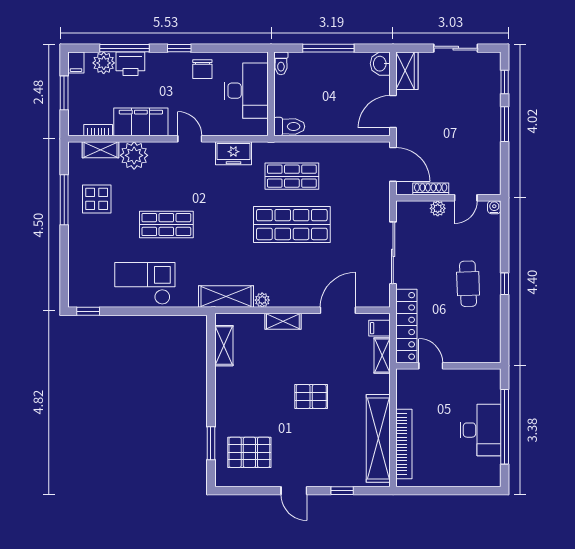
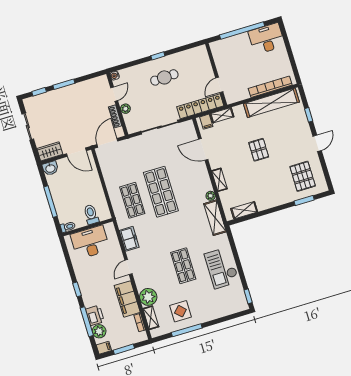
chair: (202, 69) -> (85, 272), removed
toilet: (289, 126) -> (91, 214), moved
door: (466, 198) -> (114, 94), hinge flipped
desk: (480, 430) -> (266, 39), moved

